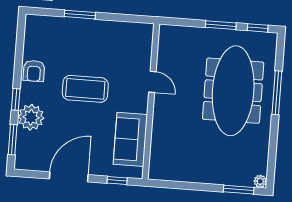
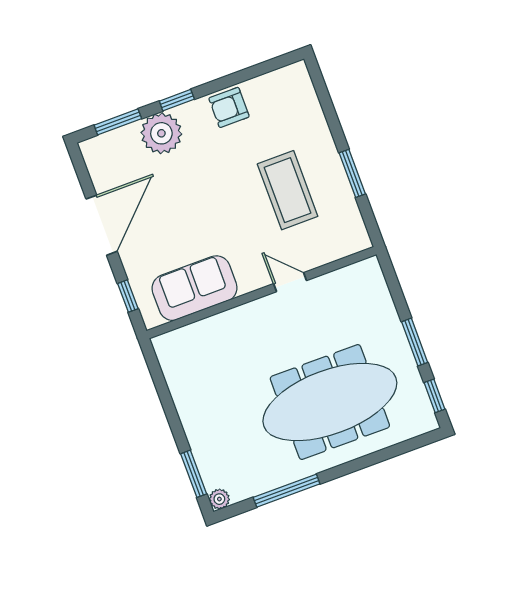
window: (80, 15) -> (352, 173), moved
door: (152, 82) -> (290, 282), swing flipped
coffee table: (85, 89) -> (288, 190), moved
window: (277, 93) -> (287, 491), moved
door: (69, 177) -> (102, 225), hinge flipped

